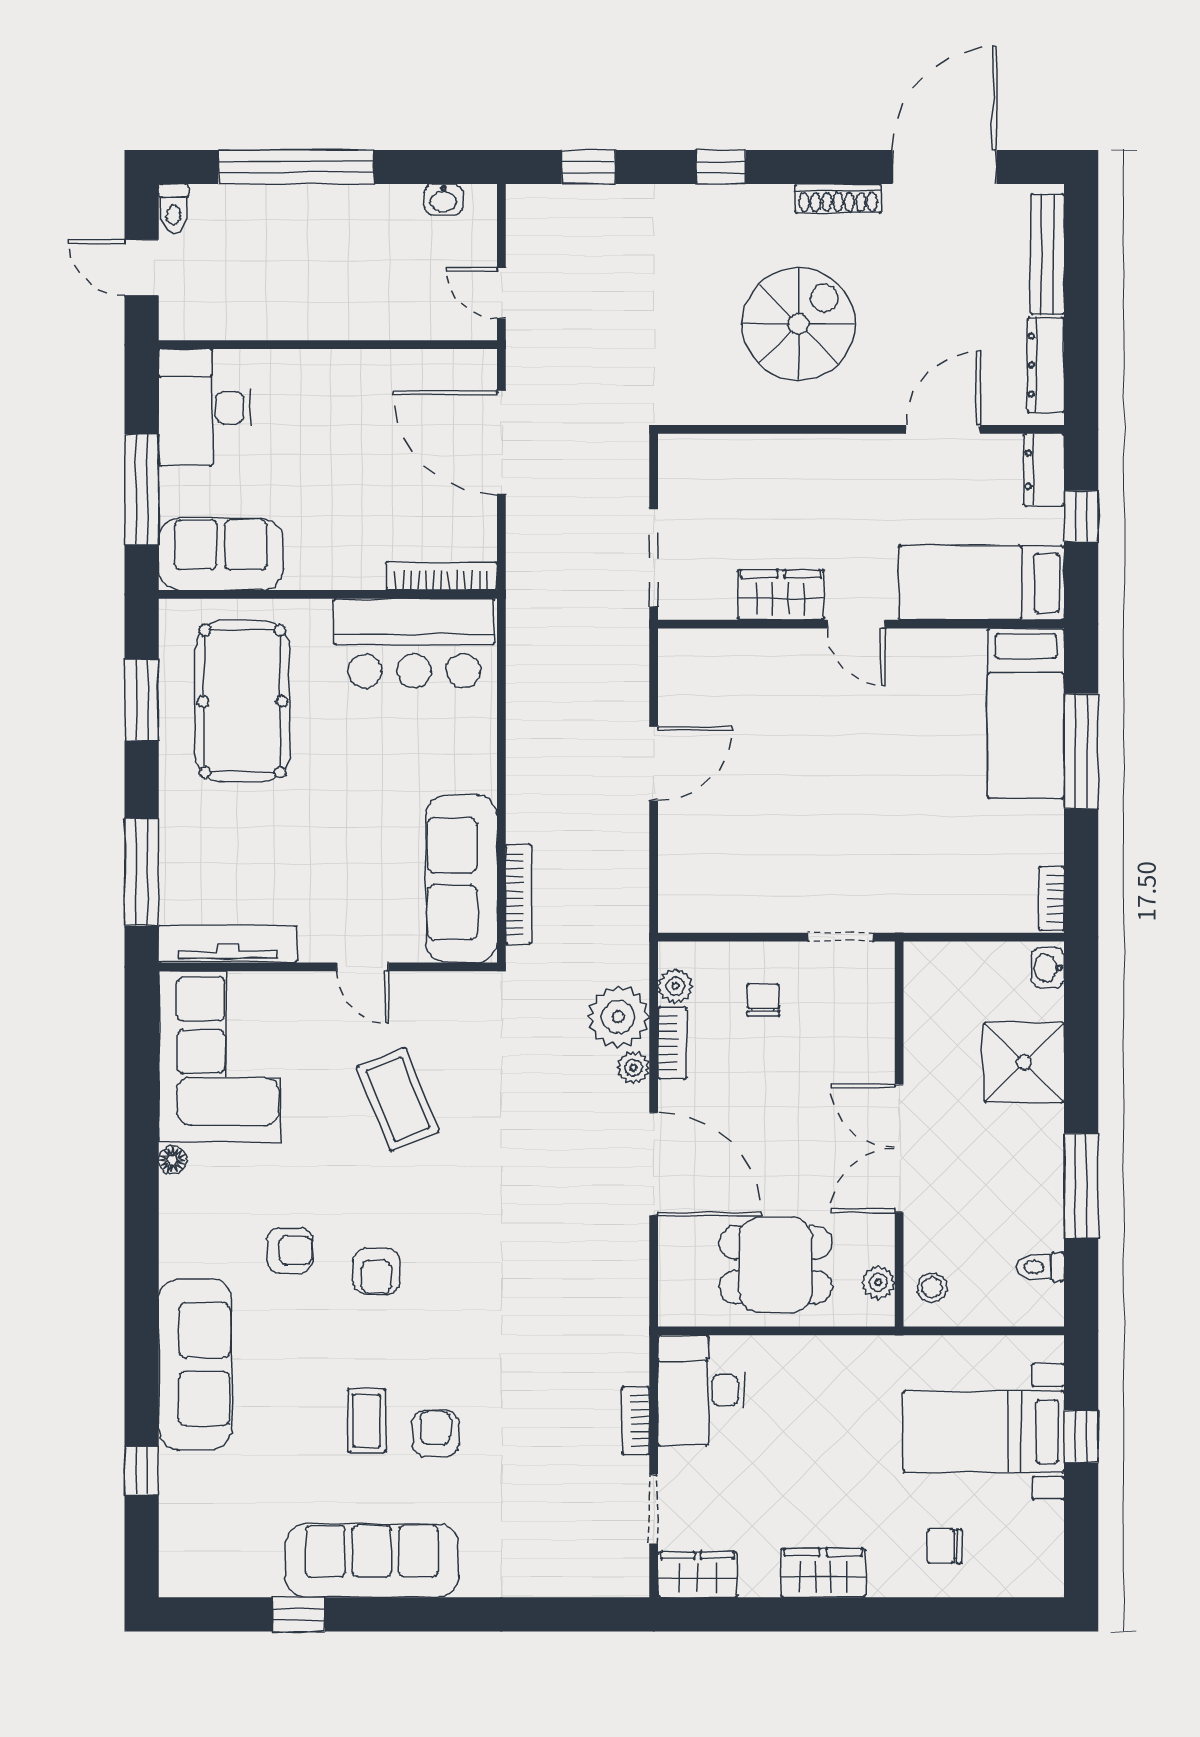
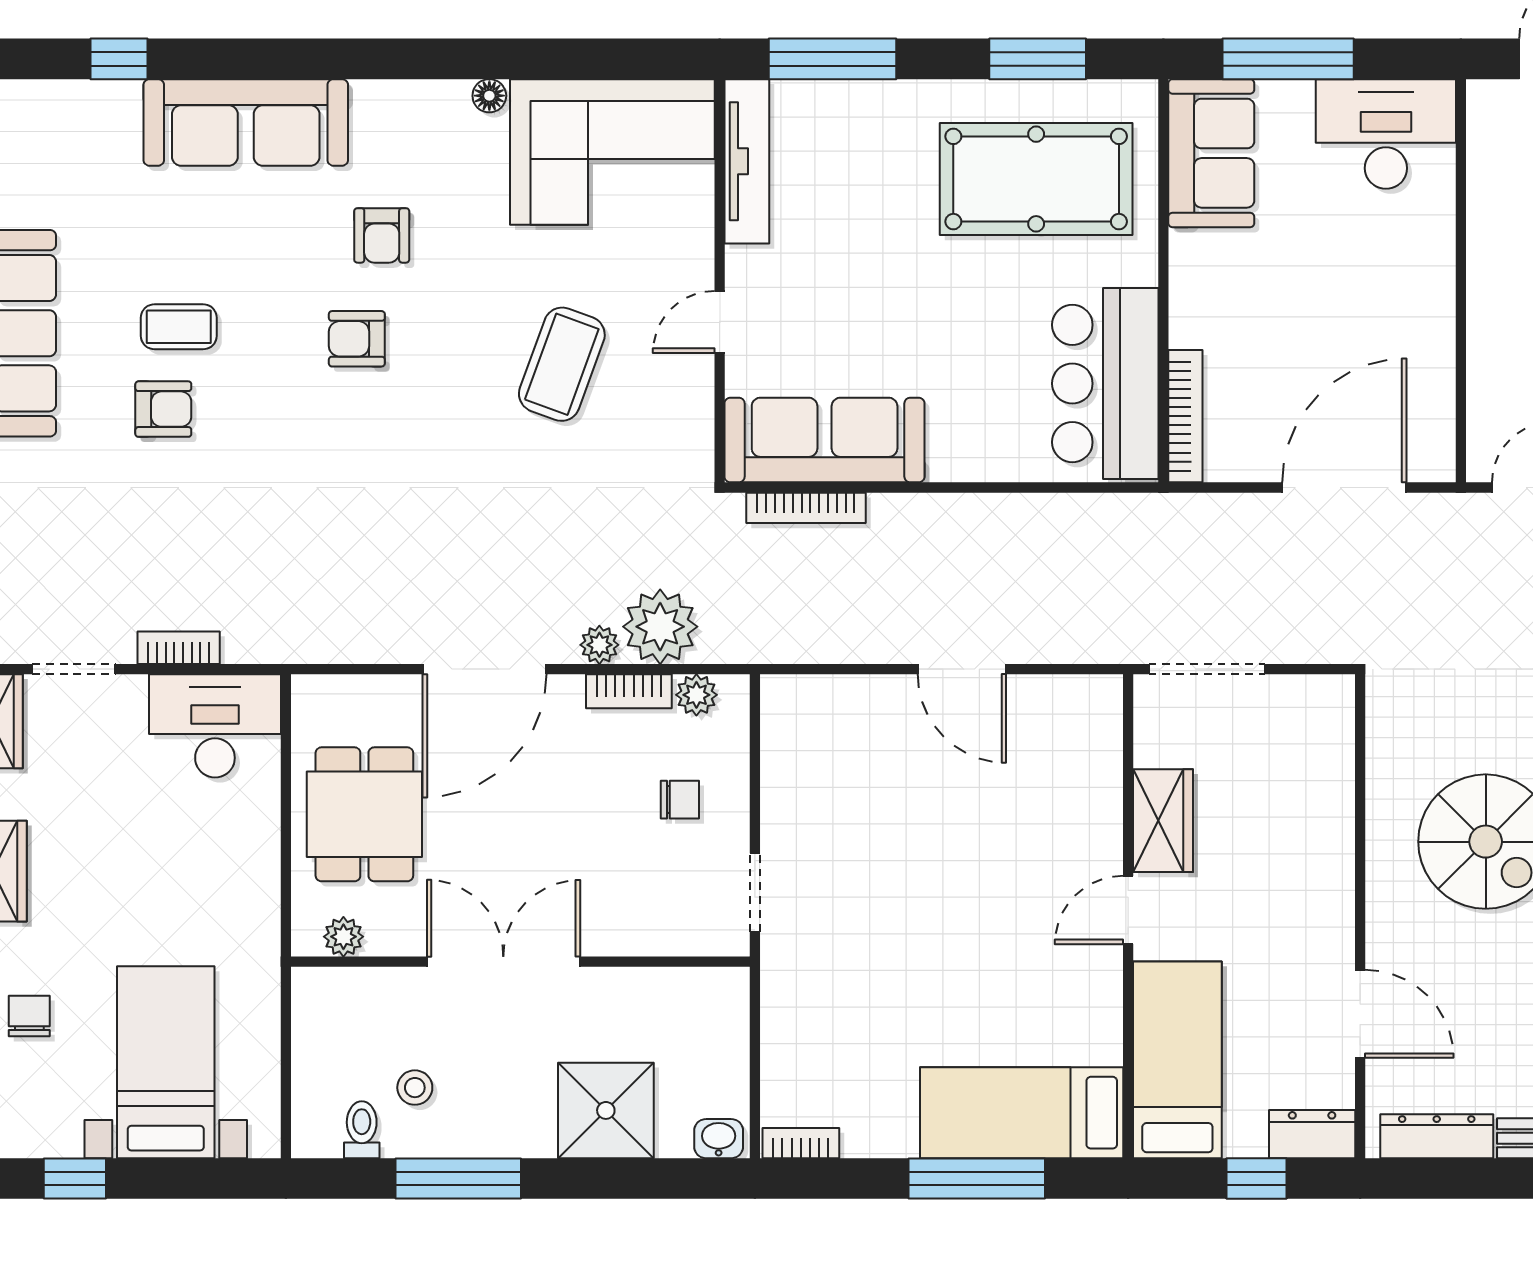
coffee table: (398, 1099) -> (562, 364), turned -48
stool: (932, 1288) -> (415, 1088), moved
window: (1081, 1436) -> (75, 1178), moved

